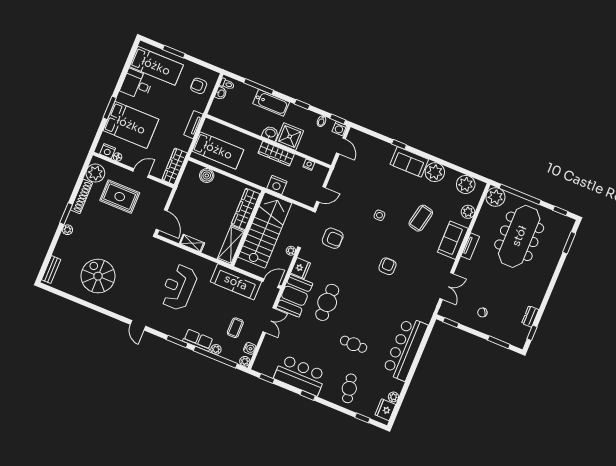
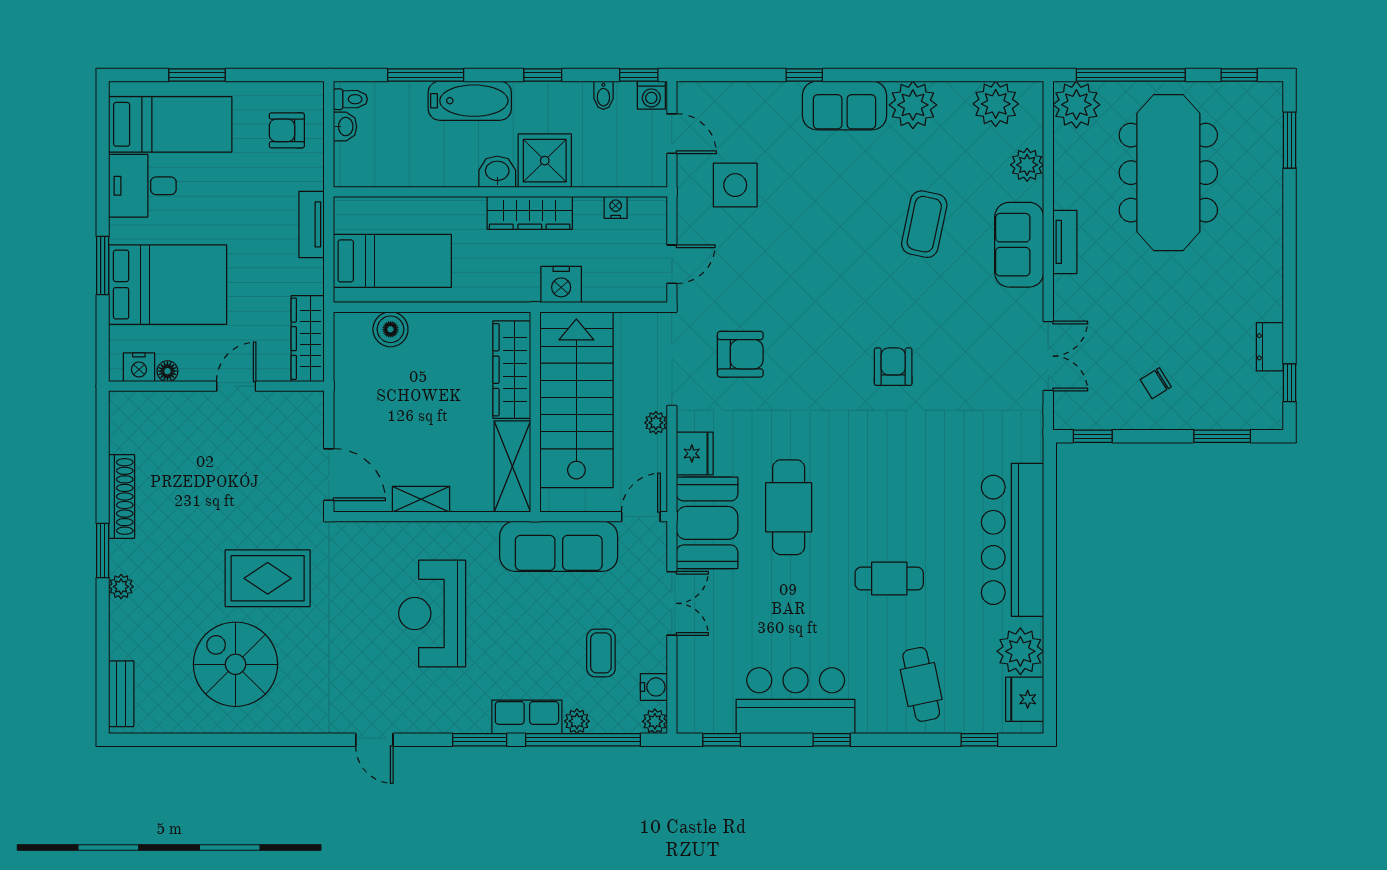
plant: (95, 173) -> (132, 429), removed
rug: (120, 197) -> (268, 578), moved
side table: (379, 215) -> (735, 185), moved, width x1.87, depth x1.87
plant: (393, 397) -> (1020, 651), width x1.87, depth x1.87

